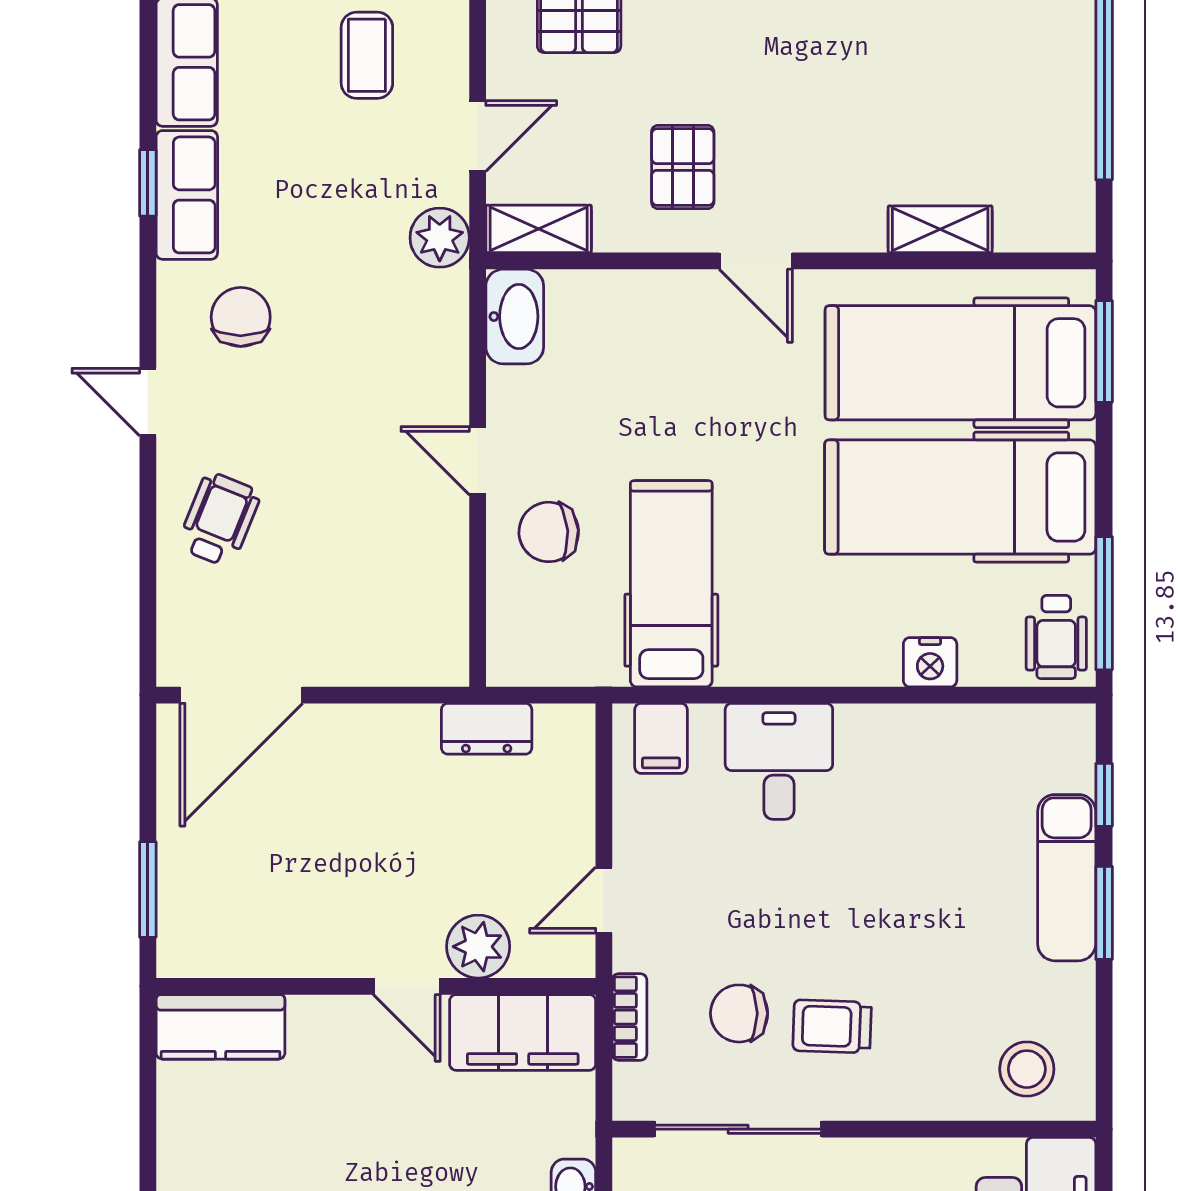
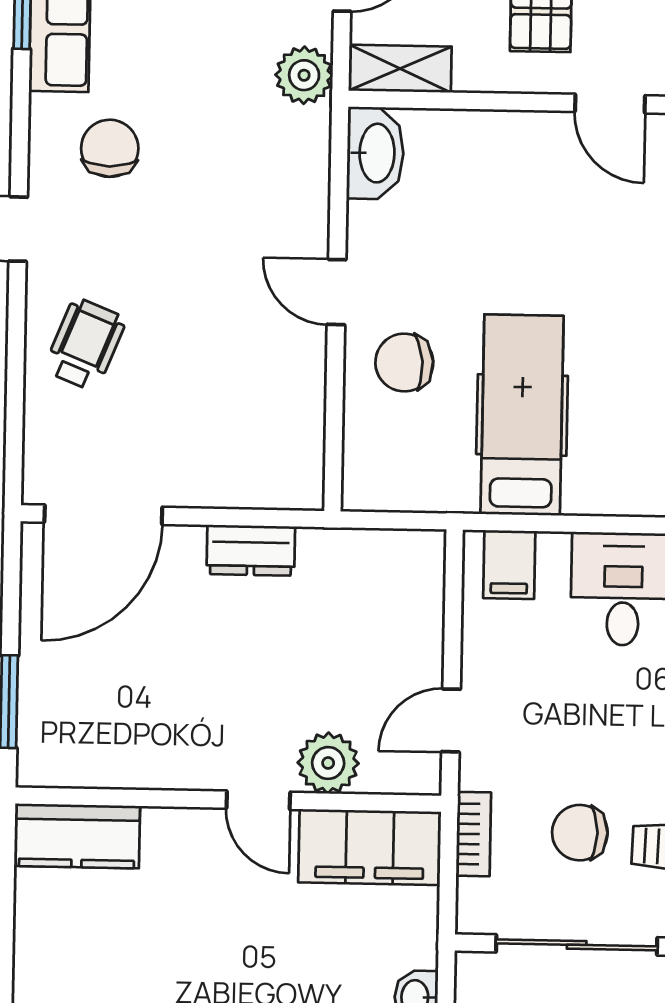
dresser: (487, 729) -> (251, 550), moved

